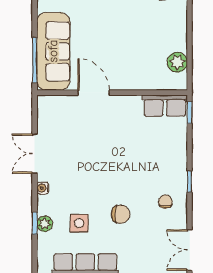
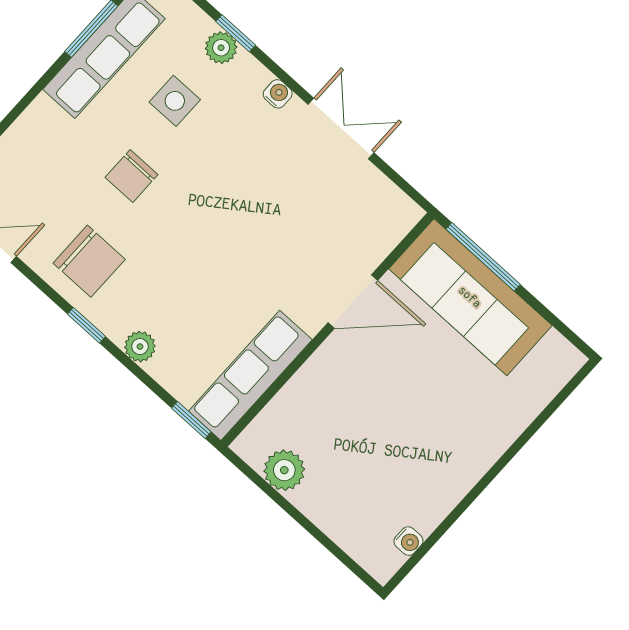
row of seats: (165, 106) -> (250, 375), width x1.48
plant: (180, 155) -> (140, 347), added
chair: (165, 202) -> (89, 261), width x1.87, depth x1.87

